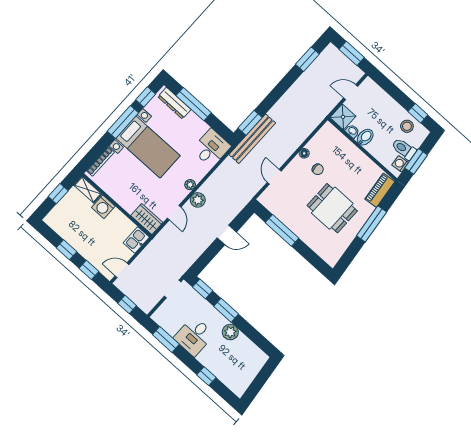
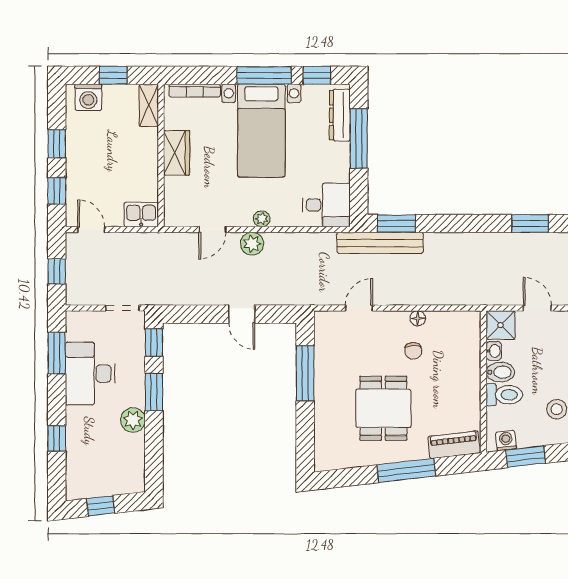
toilet: (404, 149) -> (504, 395), moved, turned 97
washing machine: (103, 207) -> (88, 97), moved, turned -90
wardrobe: (147, 219) -> (177, 153), moved
desk: (194, 336) -> (90, 374), width x1.37
window: (257, 384) -> (101, 506), added

